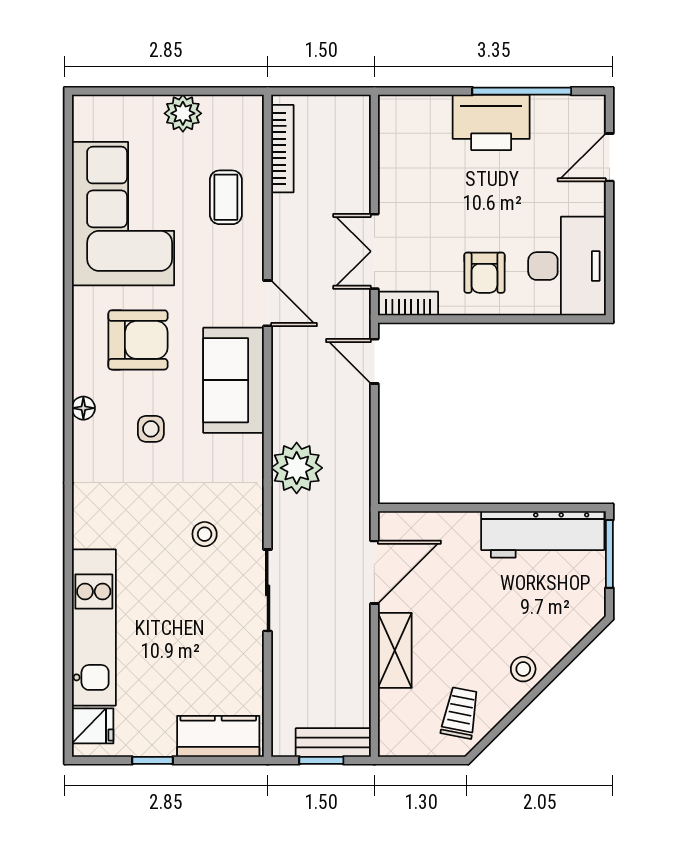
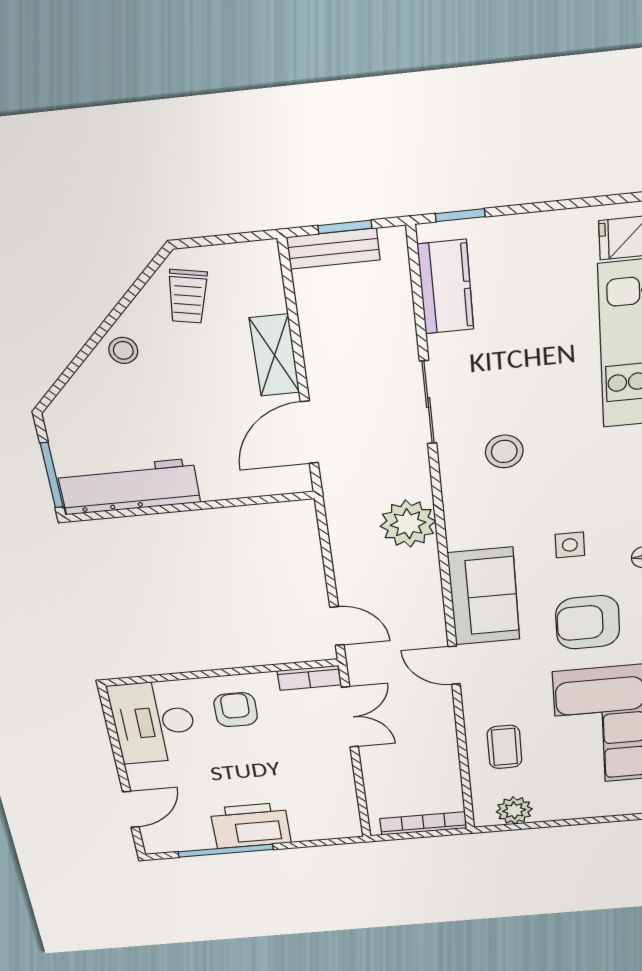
plant: (183, 113) -> (514, 810), moved
bookcase: (282, 149) -> (423, 823), moved, turned 90
stool: (205, 534) -> (504, 451), width x1.37, depth x1.37
kitchen counter: (218, 736) -> (446, 287), moved, turned -90
window: (152, 760) -> (460, 215), moved

